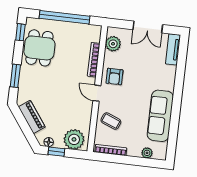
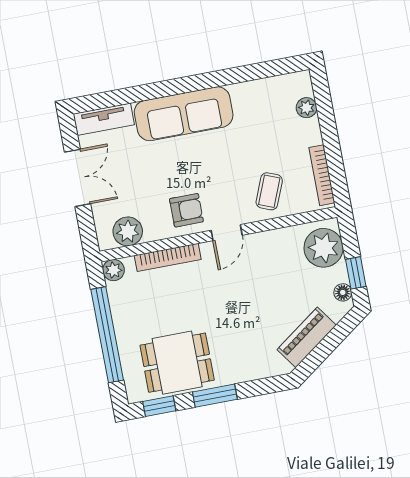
plant: (96, 31) -> (114, 270), added
window: (15, 76) -> (215, 396), moved
sofa: (160, 116) -> (184, 114), moved

